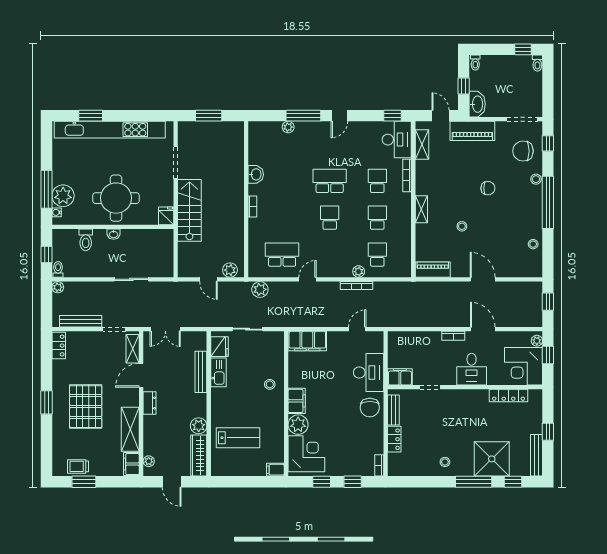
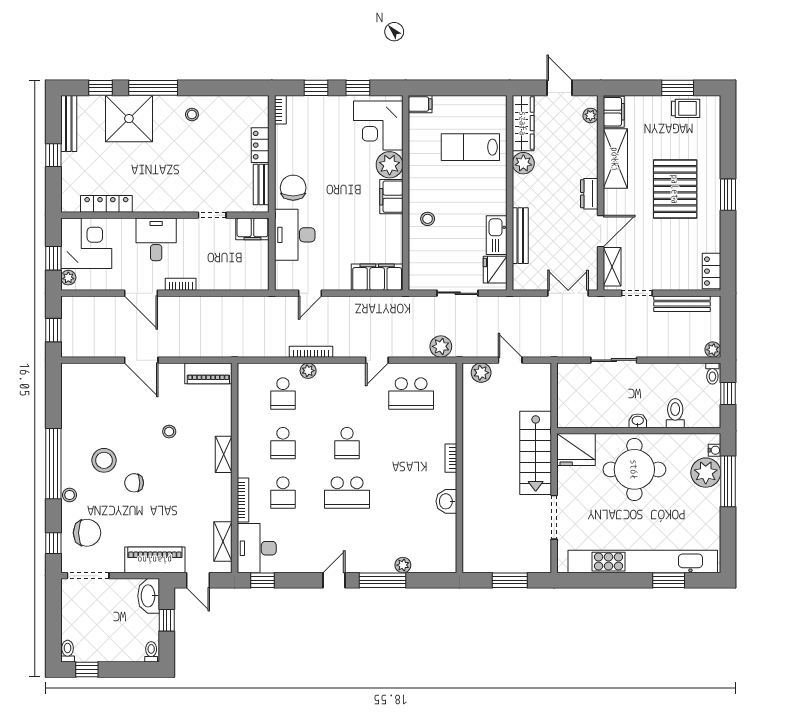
fridge: (166, 216) -> (576, 450), width x1.88, depth x1.34
stool: (533, 244) -> (104, 460), moved, width x1.89, depth x1.89

